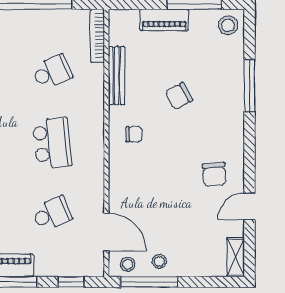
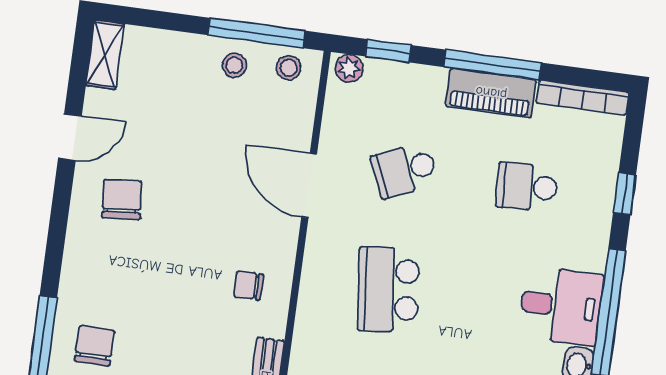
chair: (179, 96) -> (95, 346), moved, turned -61
door: (106, 232) -> (309, 186), moved
plant: (92, 269) -> (349, 68), added

